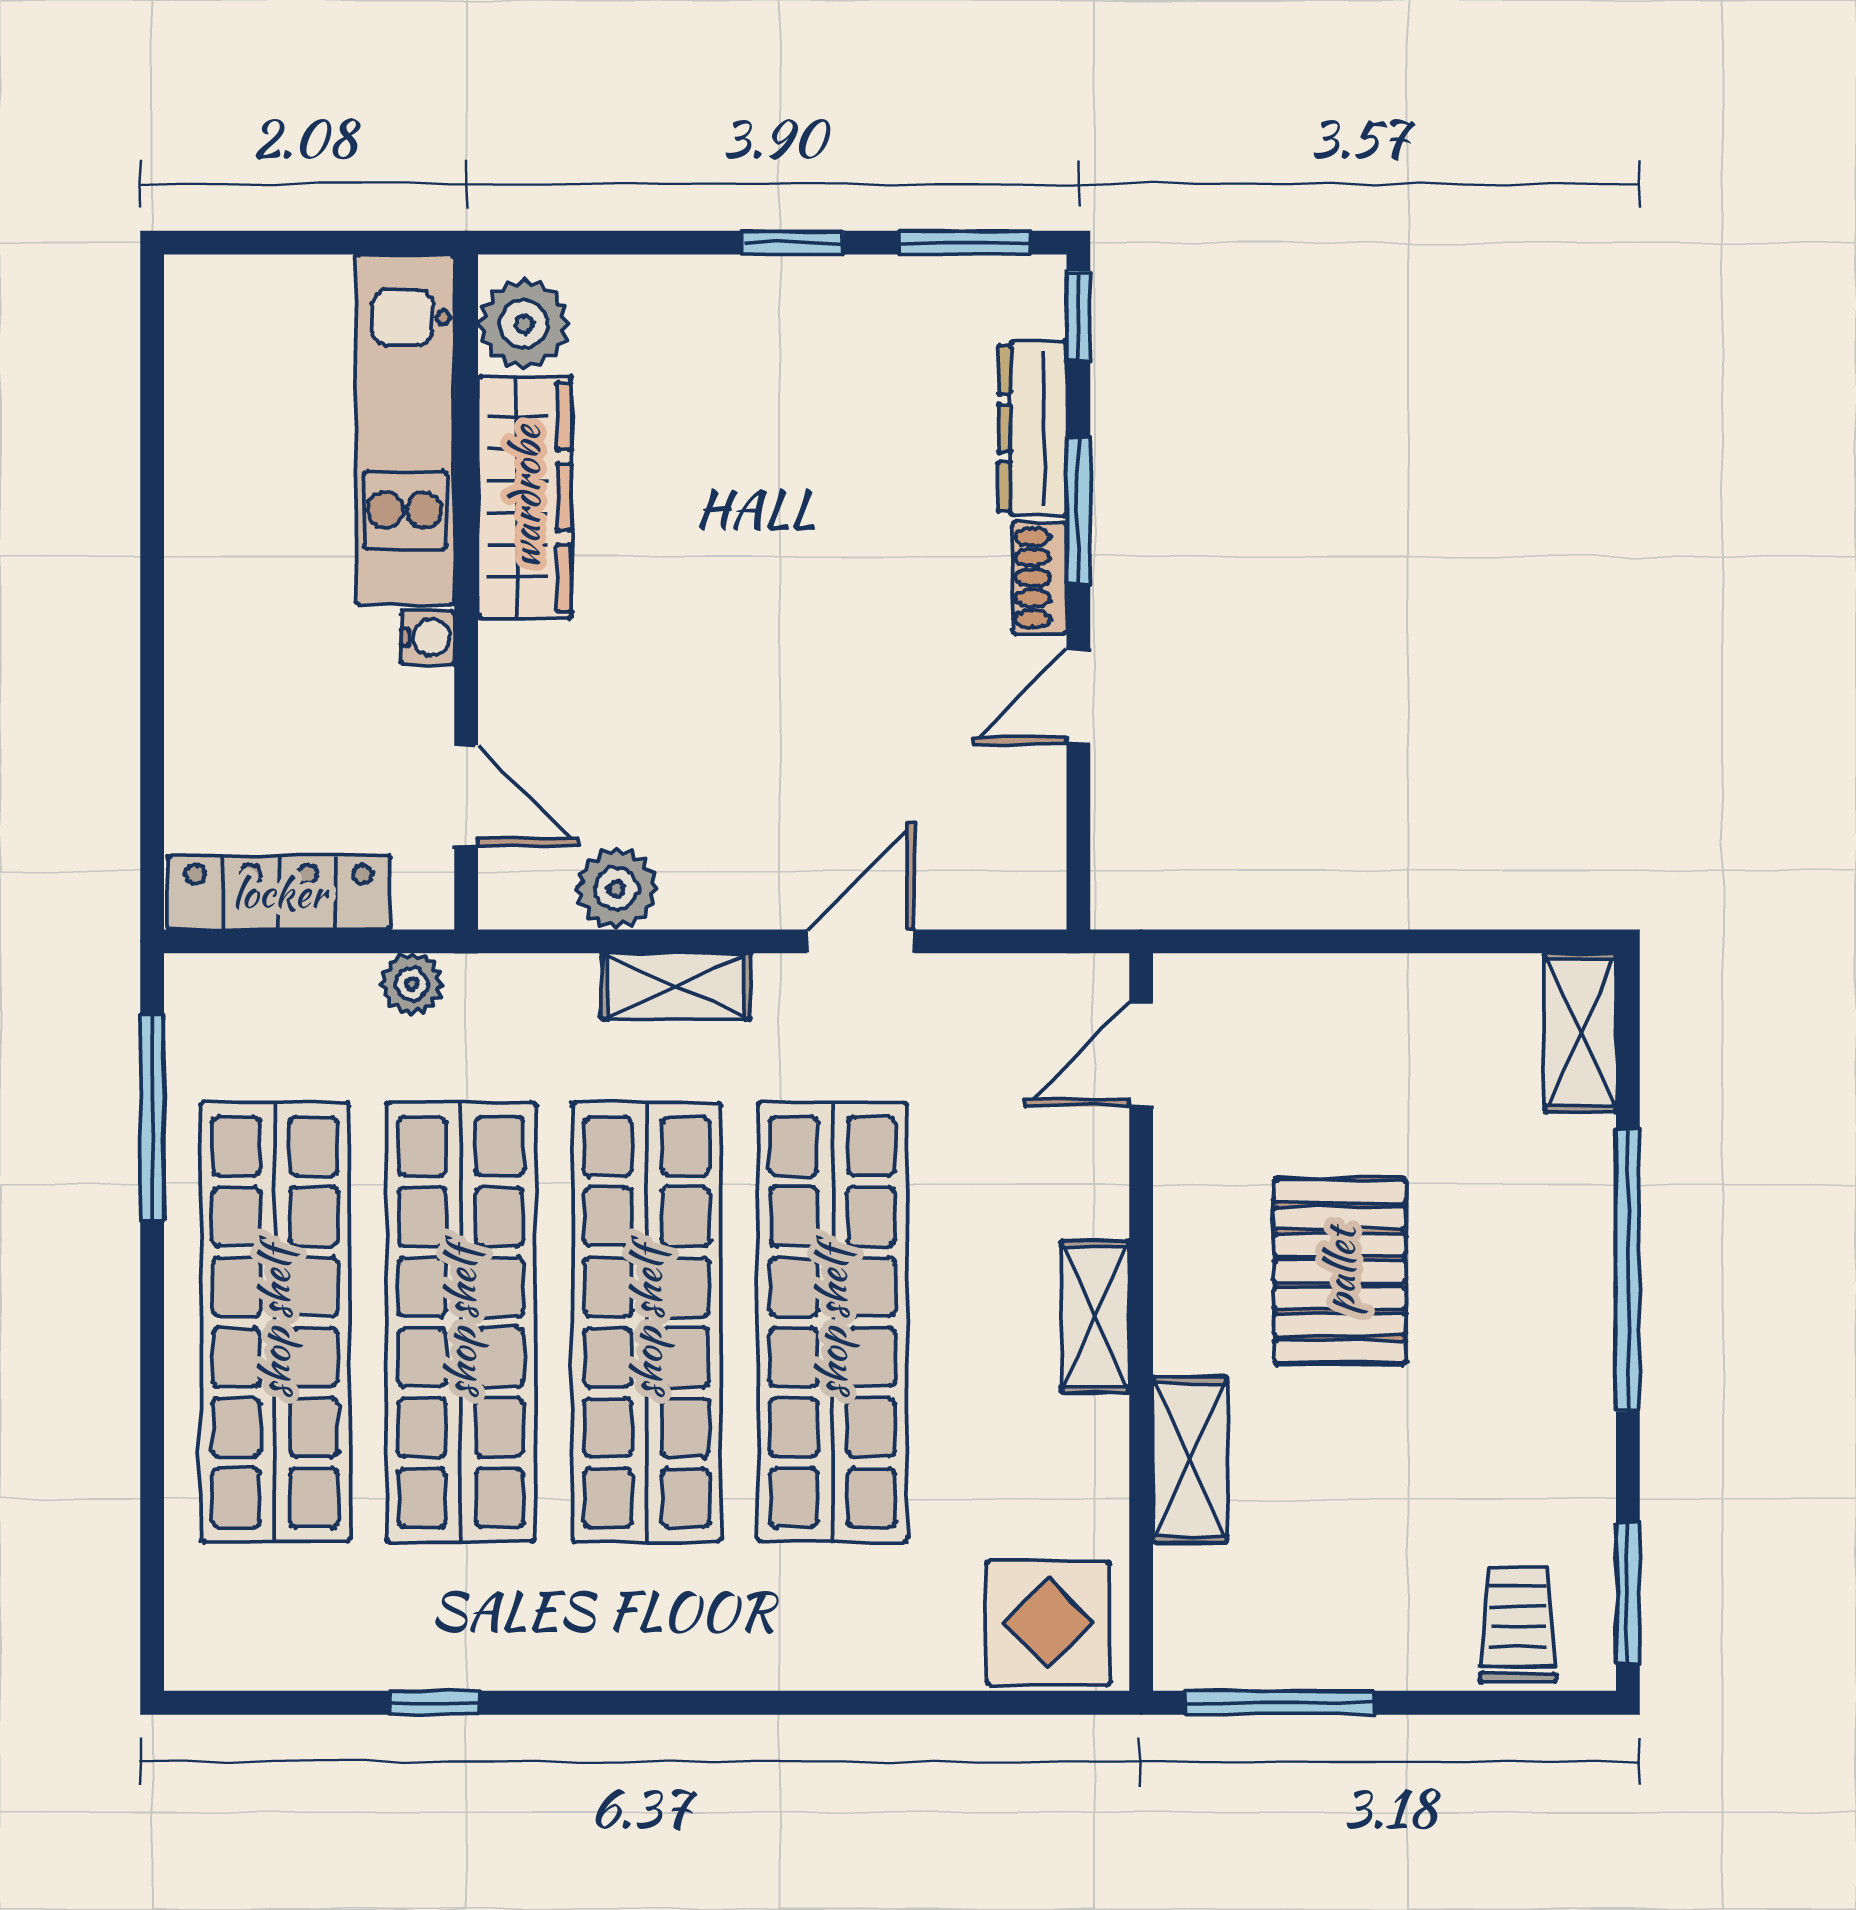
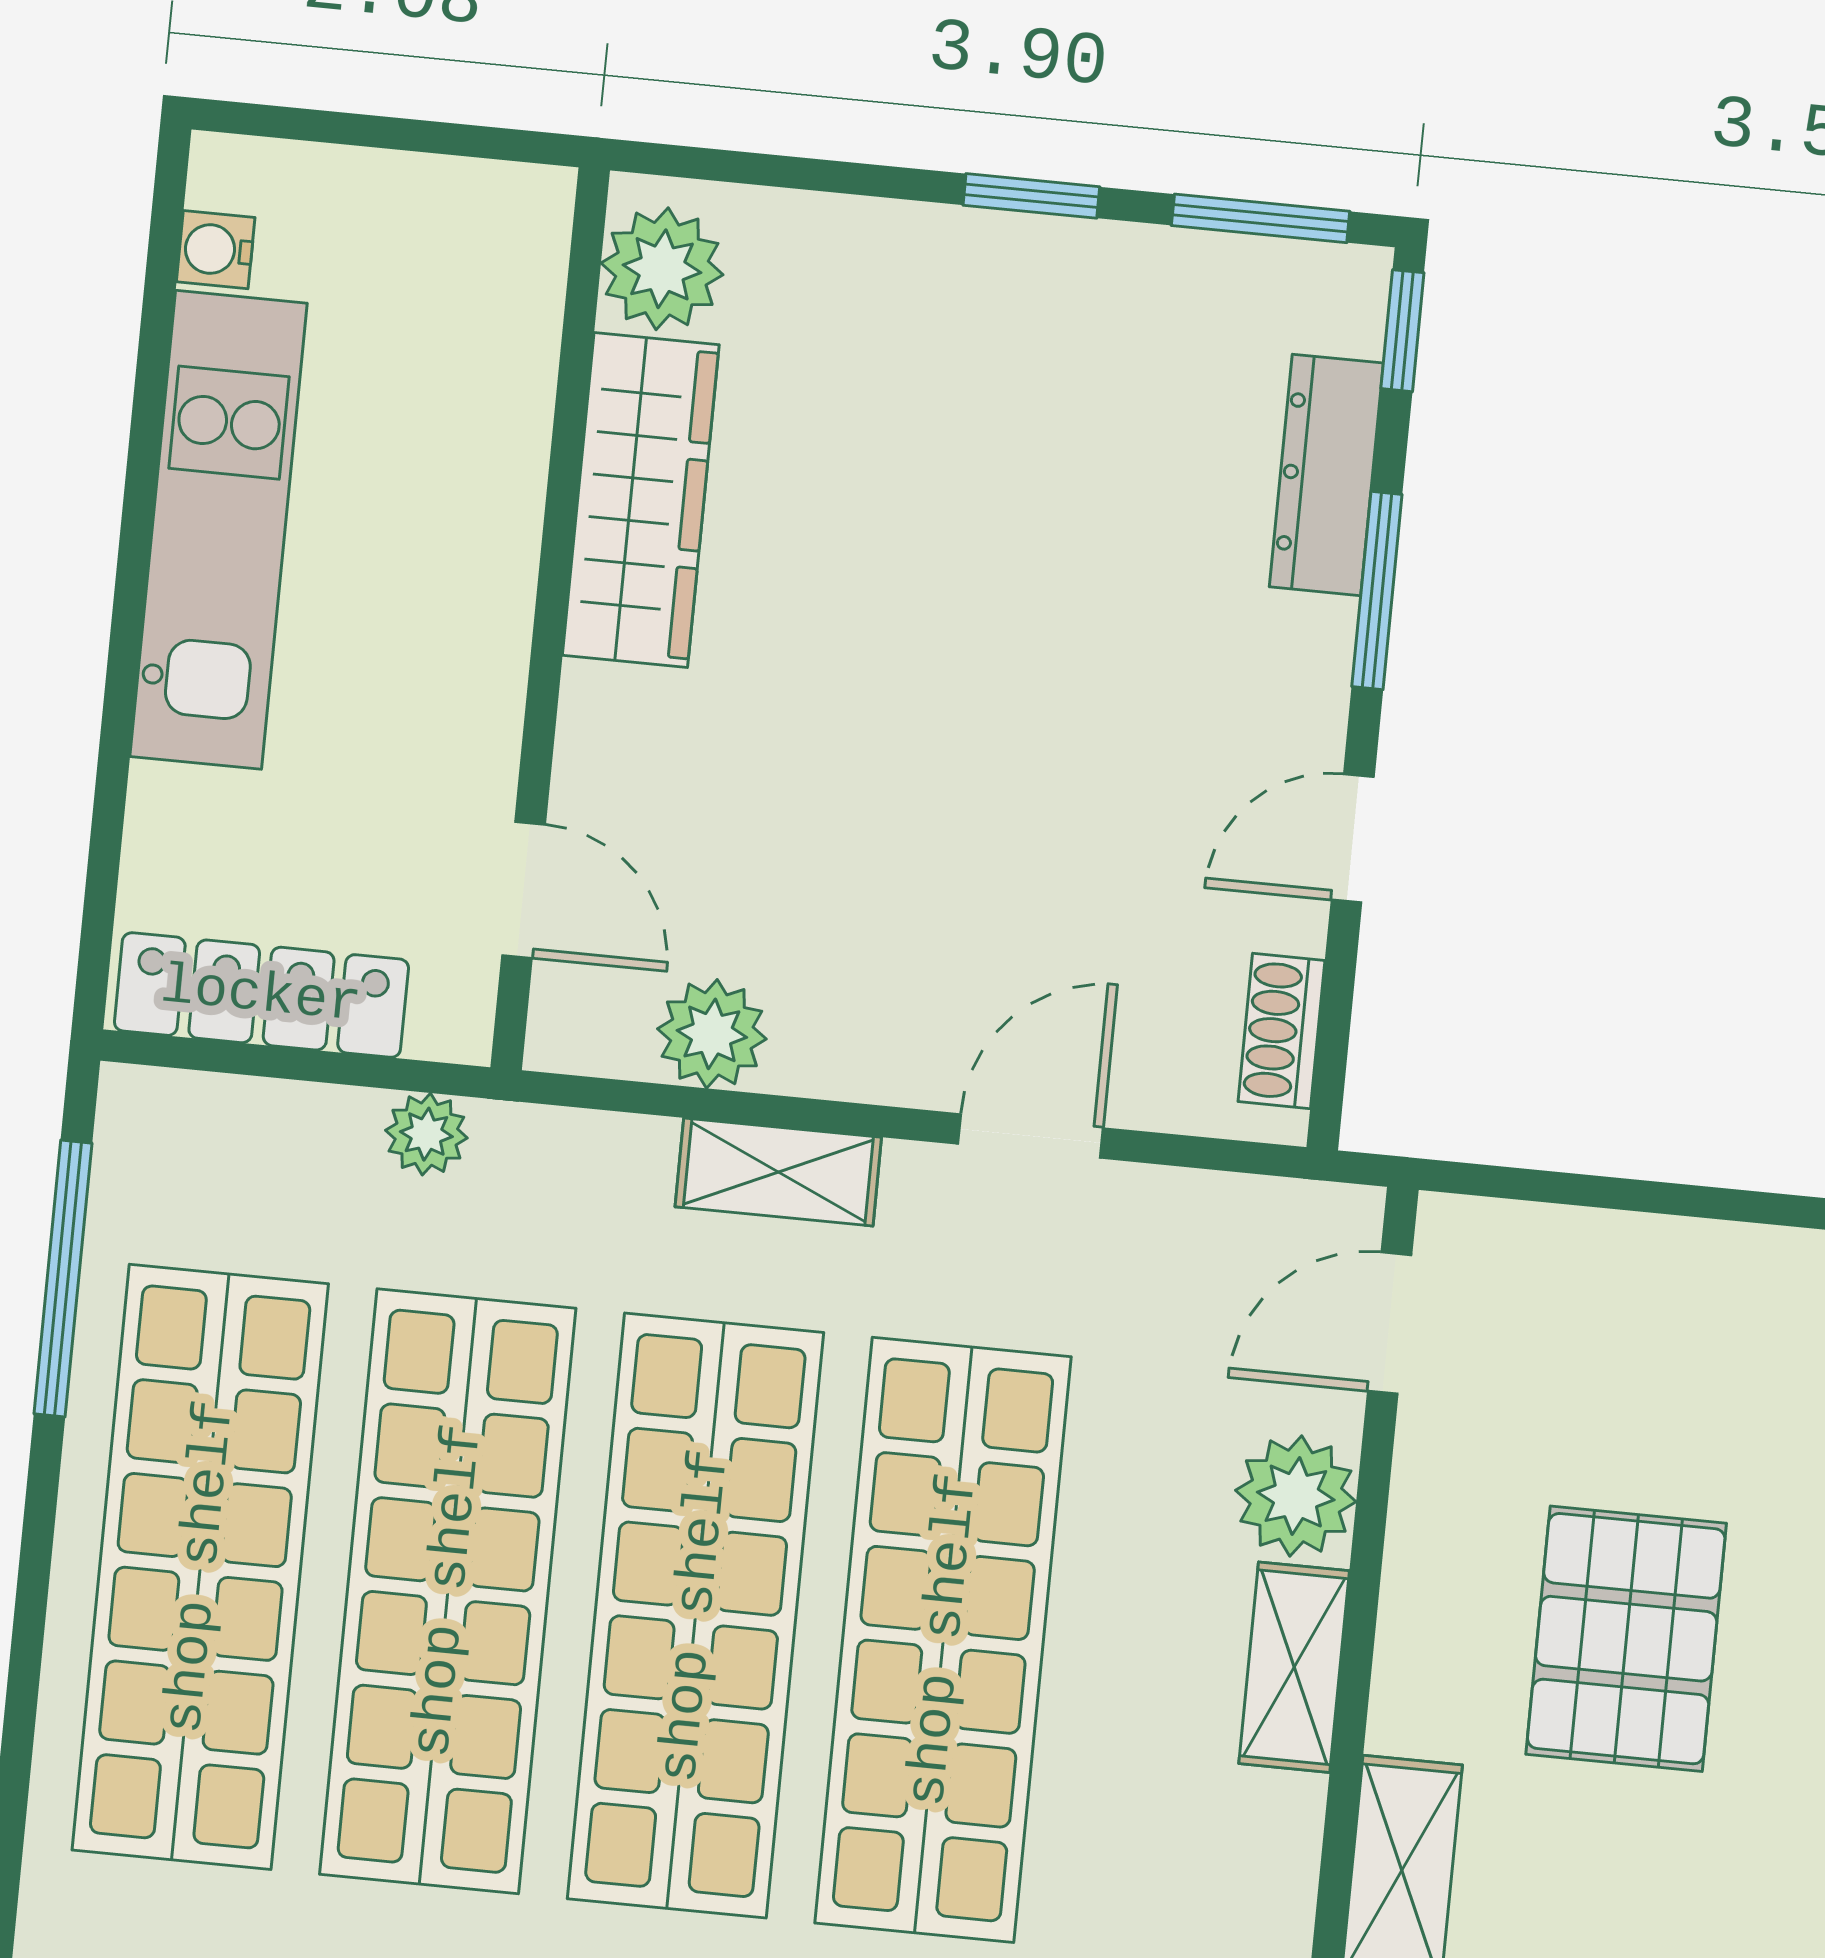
kitchen unit: (405, 429) -> (219, 530), moved, turned 180
shoe rack: (1040, 578) -> (1281, 1031), moved
water cooler: (427, 637) -> (216, 250), moved, turned 180
plant: (1084, 1189) -> (1296, 1496), added

